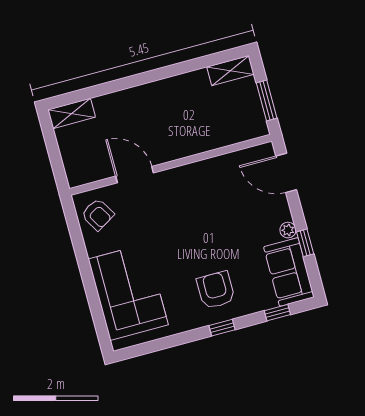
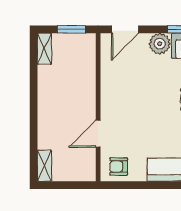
armchair: (98, 215) -> (119, 167), turned -149
plant: (288, 230) -> (160, 44), width x1.87, depth x1.87

